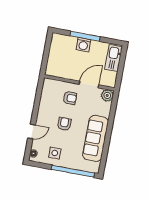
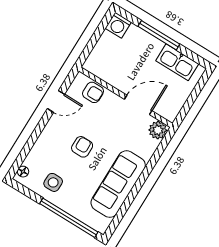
washing machine: (83, 45) -> (118, 25), moved
kitchen sink: (114, 58) -> (177, 62), moved, turned -90
armchair: (70, 98) -> (93, 92), moved
door: (32, 131) -> (56, 101), moved

